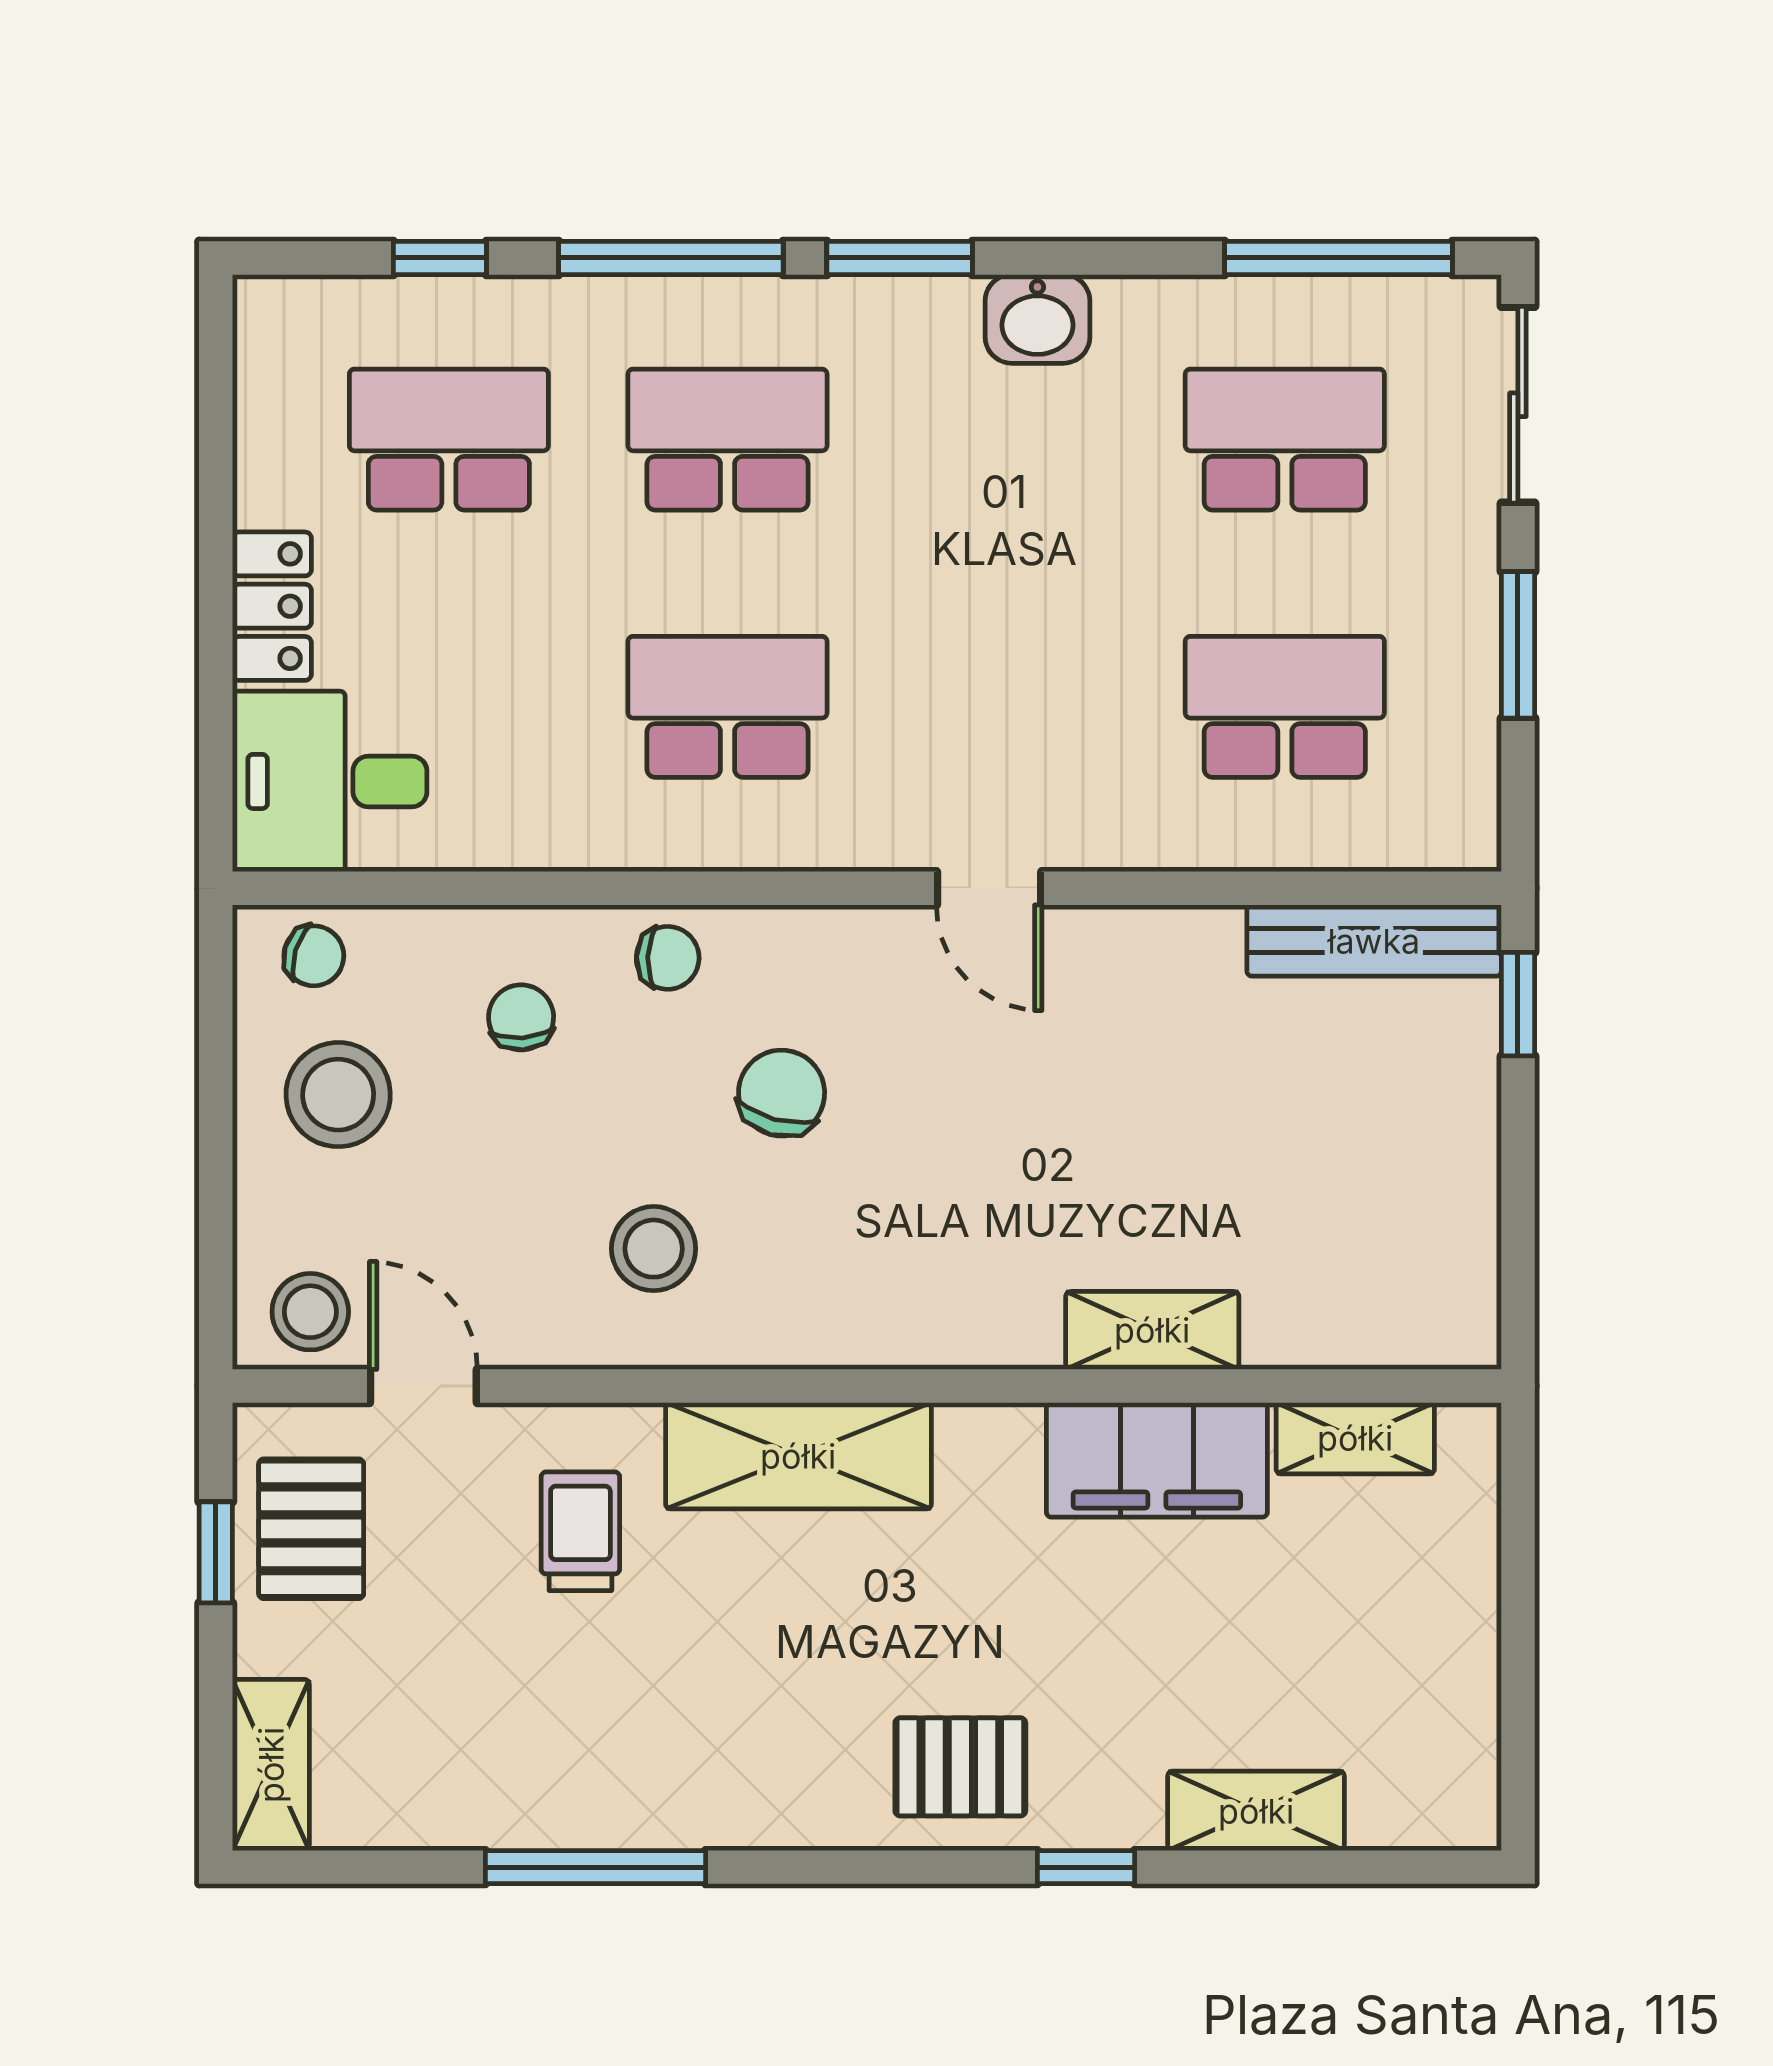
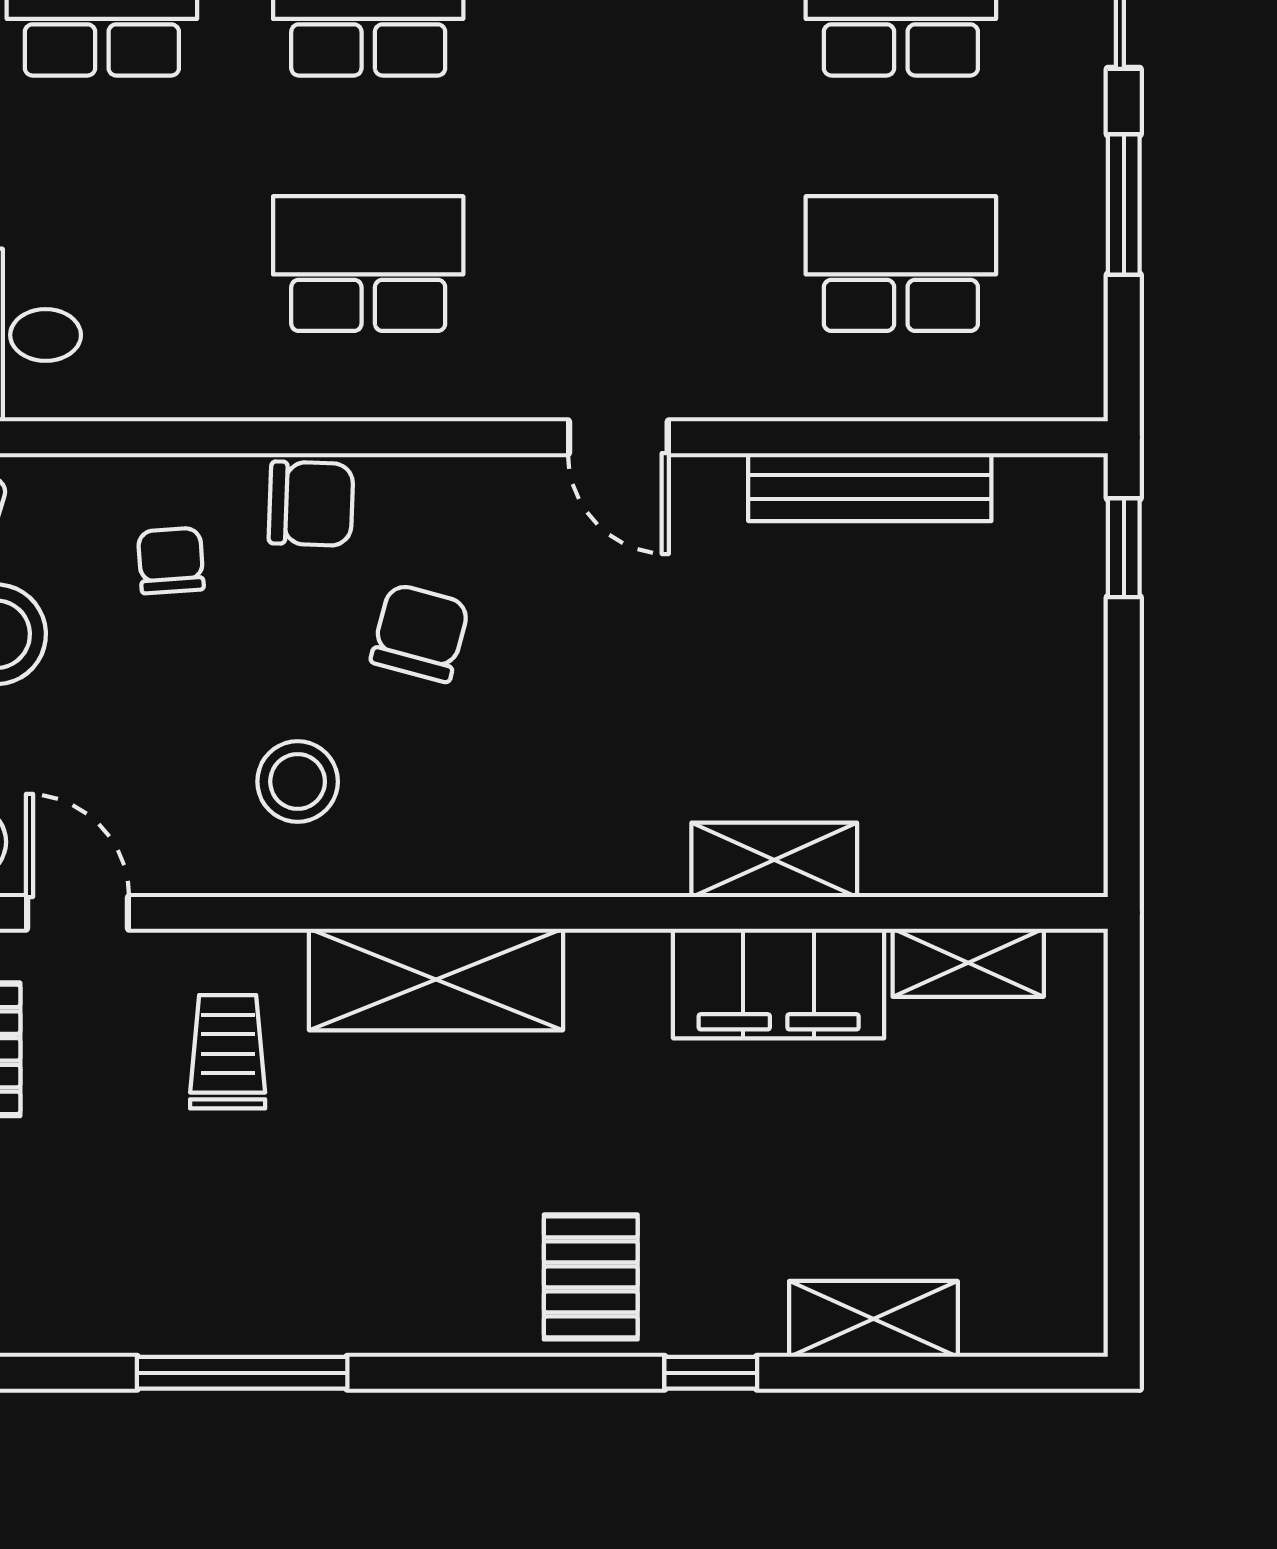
bench: (1374, 941) -> (870, 487), moved
chair: (668, 958) -> (311, 504), width x1.37, depth x1.37
pallet: (960, 1767) -> (591, 1277), turned 90

